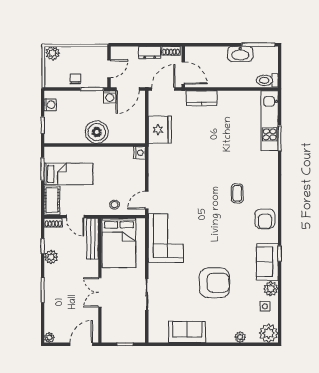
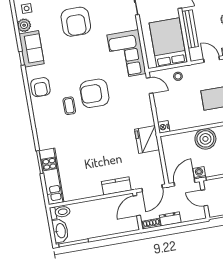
washbasin: (240, 54) -> (60, 231), moved, turned 90
door: (109, 69) -> (204, 198), hinge flipped
door: (183, 73) -> (137, 206), hinge flipped
fridge: (160, 130) -> (147, 140), moved
door: (147, 200) -> (150, 85), hinge flipped
armchair: (208, 202) -> (94, 93), added
armchair: (265, 219) -> (40, 87), turned 180
bench: (93, 239) -> (190, 29), moved
armchair: (214, 283) -> (76, 22), turned -90

